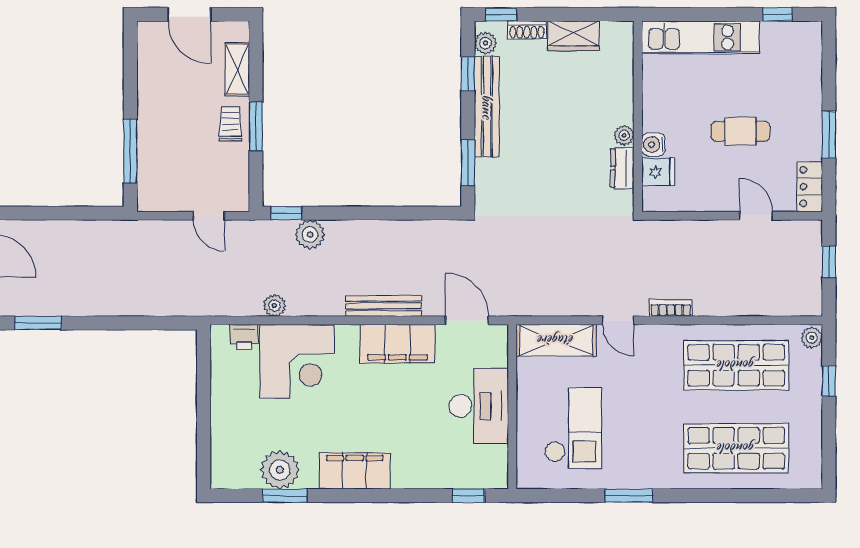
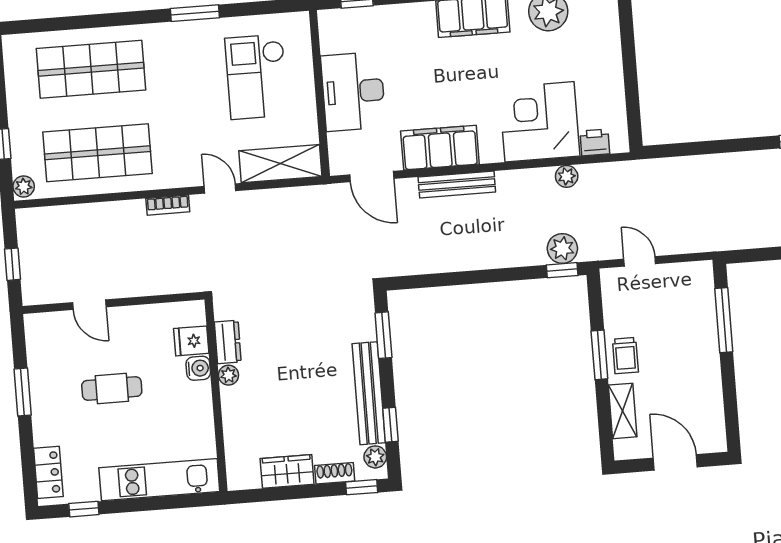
locker: (810, 187) -> (48, 472), moved
plant: (310, 234) -> (562, 248), moved

